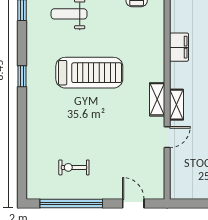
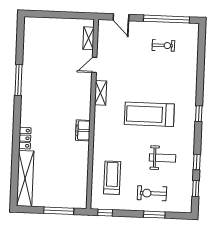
shelving: (176, 105) -> (88, 38), moved

